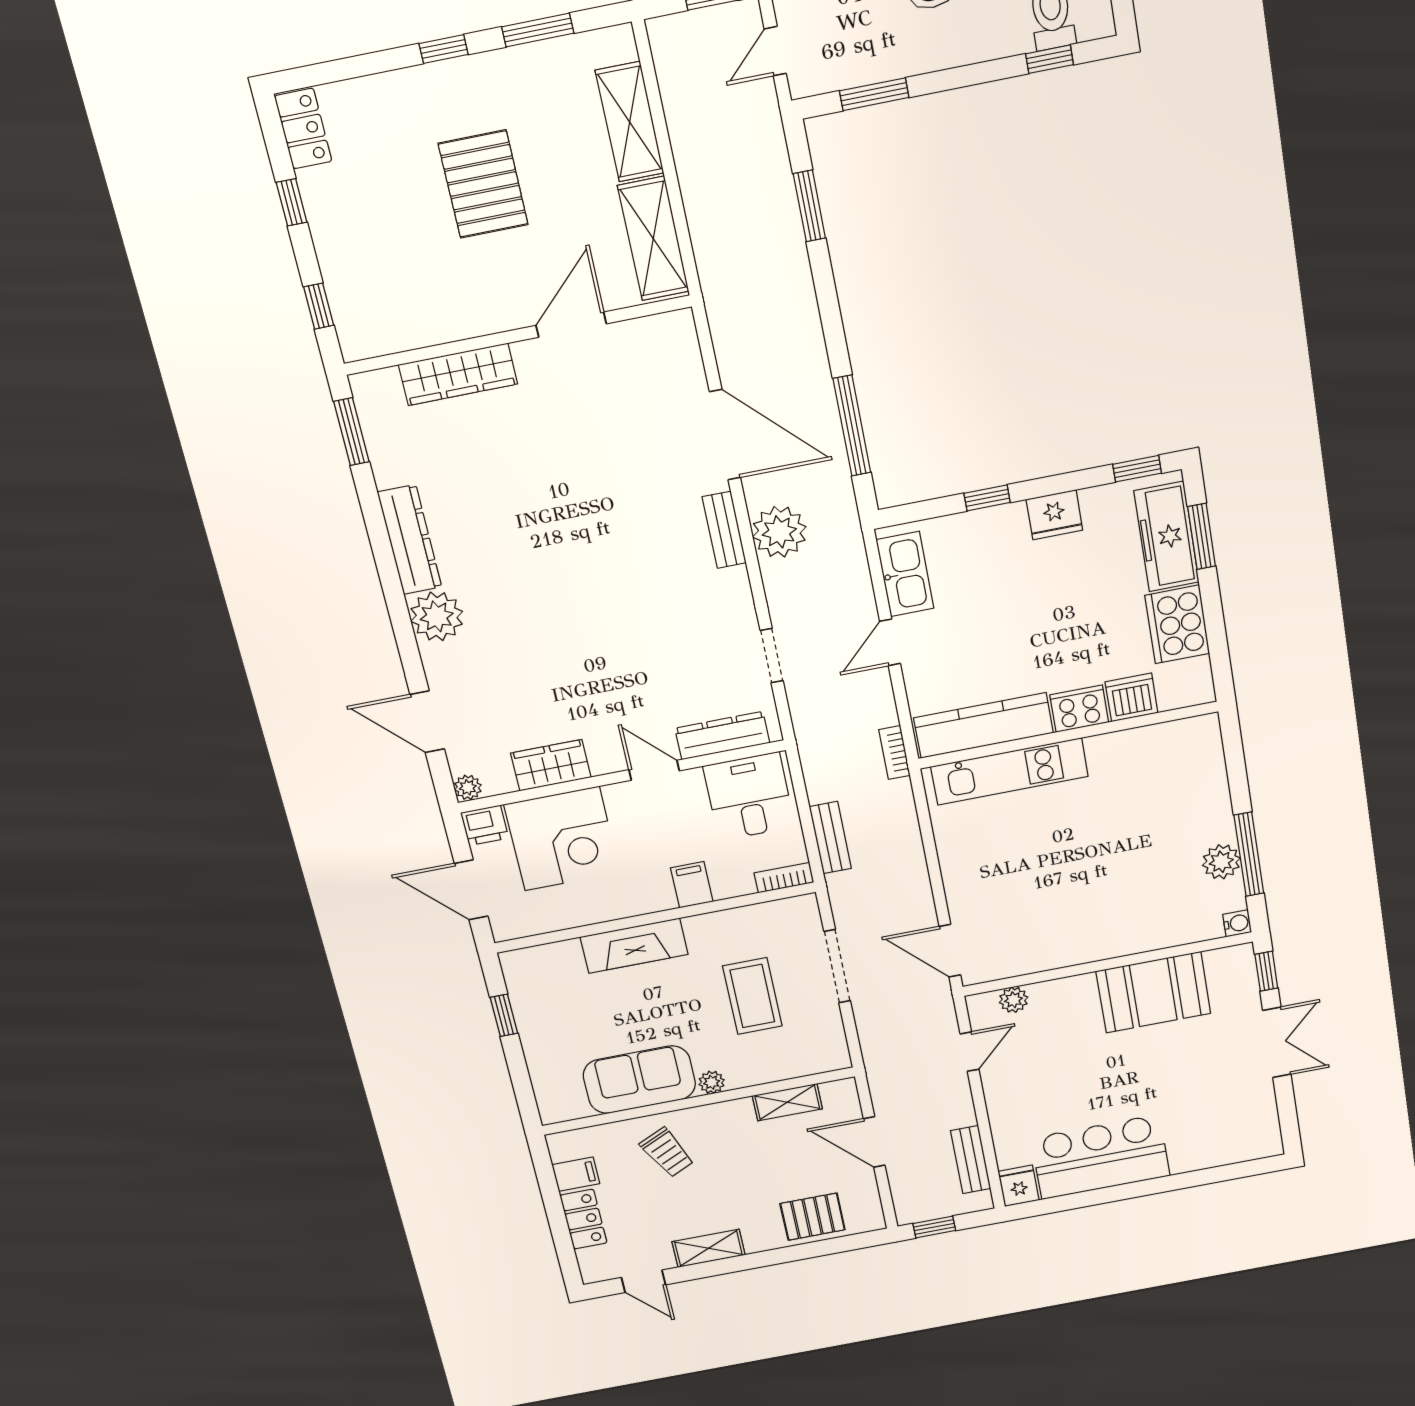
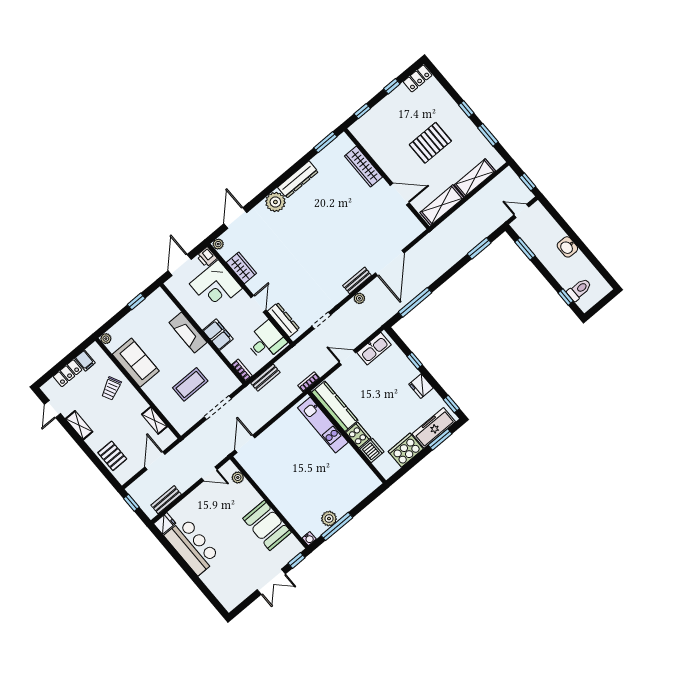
plant: (779, 532) -> (359, 298), width x0.53, depth x0.53
filing cabinet: (692, 885) -> (218, 335), width x2.00
plant: (712, 1082) -> (106, 339), moved

